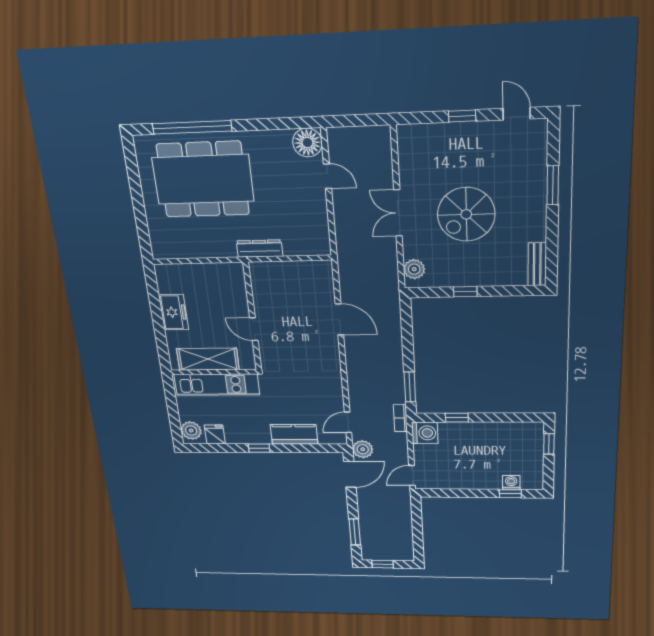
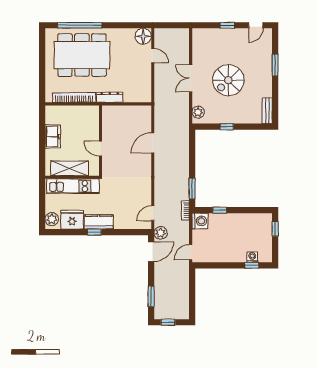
door: (517, 114) -> (256, 25), swing flipped
bookcase: (200, 251) -> (74, 98), added
door: (339, 319) -> (153, 143), swing flipped
kitchen counter: (294, 434) -> (99, 222), moved
fridge: (215, 435) -> (72, 220), width x1.88, depth x1.34

